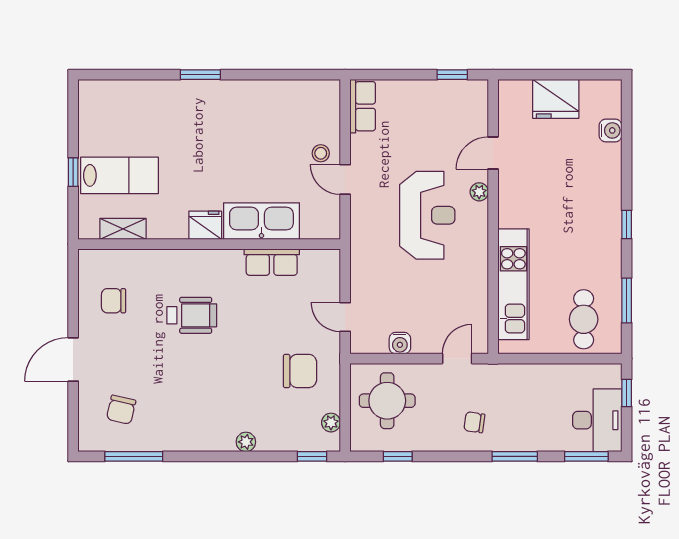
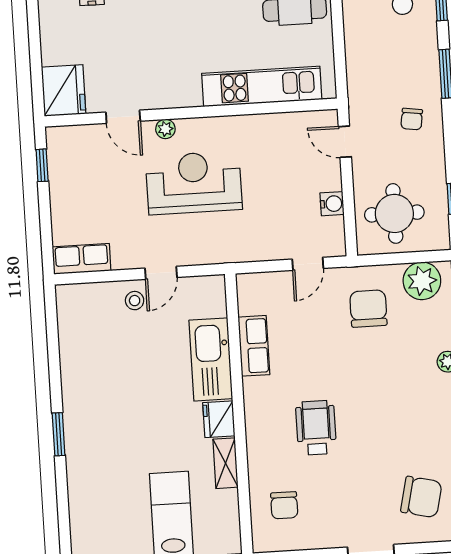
fridge: (556, 99) -> (64, 90), moved
shelving: (123, 229) -> (226, 463), moved
chair: (114, 301) -> (284, 505), moved
chair: (121, 410) -> (421, 497), width x1.37, depth x1.37
plant: (331, 423) -> (422, 281), width x1.87, depth x1.87

